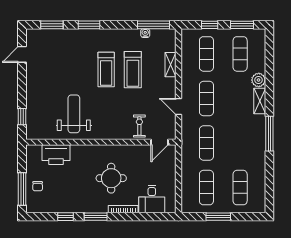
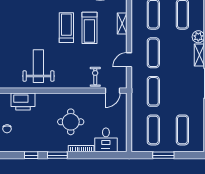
treadmill: (106, 70) -> (66, 28), turned 180
door: (178, 107) -> (129, 60), hinge flipped

